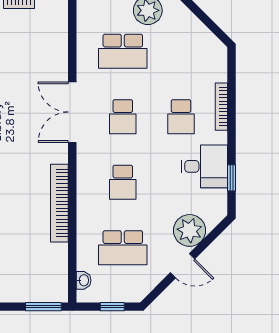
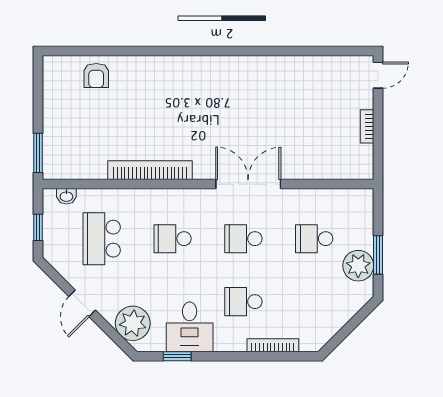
school desk: (123, 51) -> (314, 239), width x0.54
bookcase: (221, 107) -> (273, 345), moved
plant: (190, 230) -> (133, 323), moved

